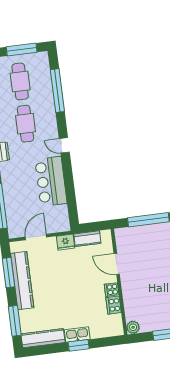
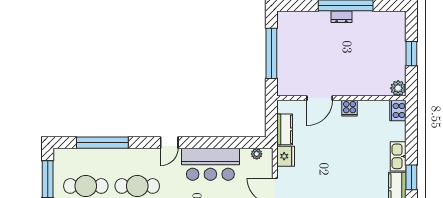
plant: (64, 218) -> (257, 154), added
cooker: (114, 305) -> (398, 110), moved, turned 90
window: (79, 345) -> (411, 177), moved

